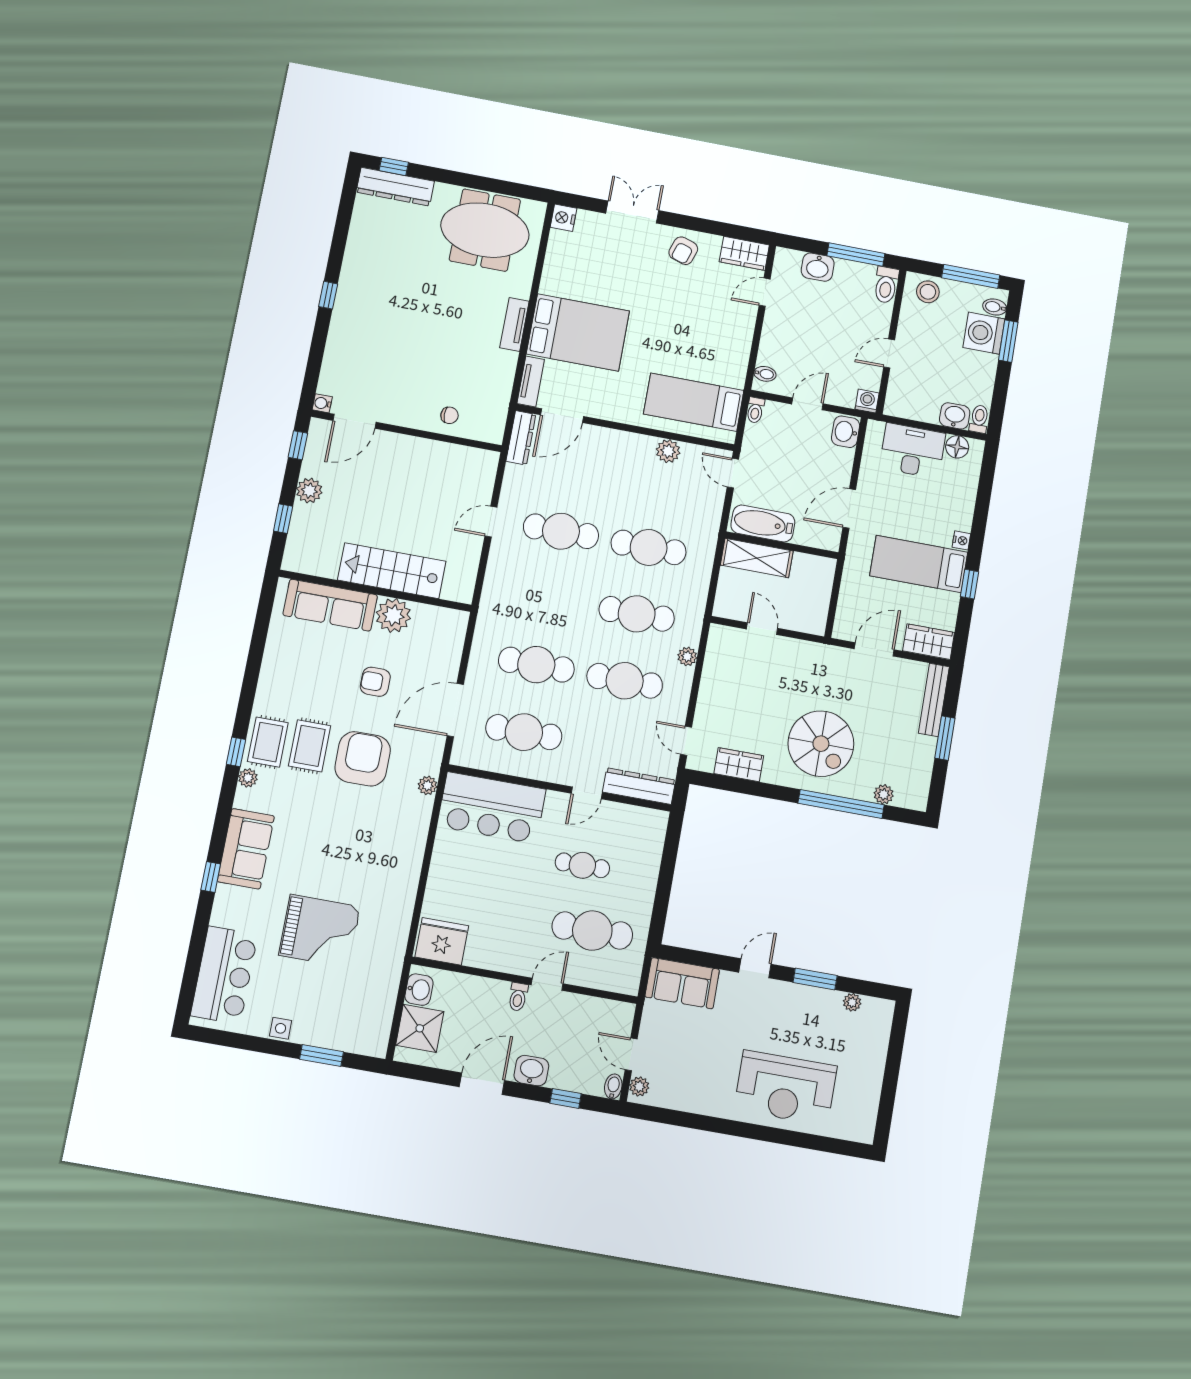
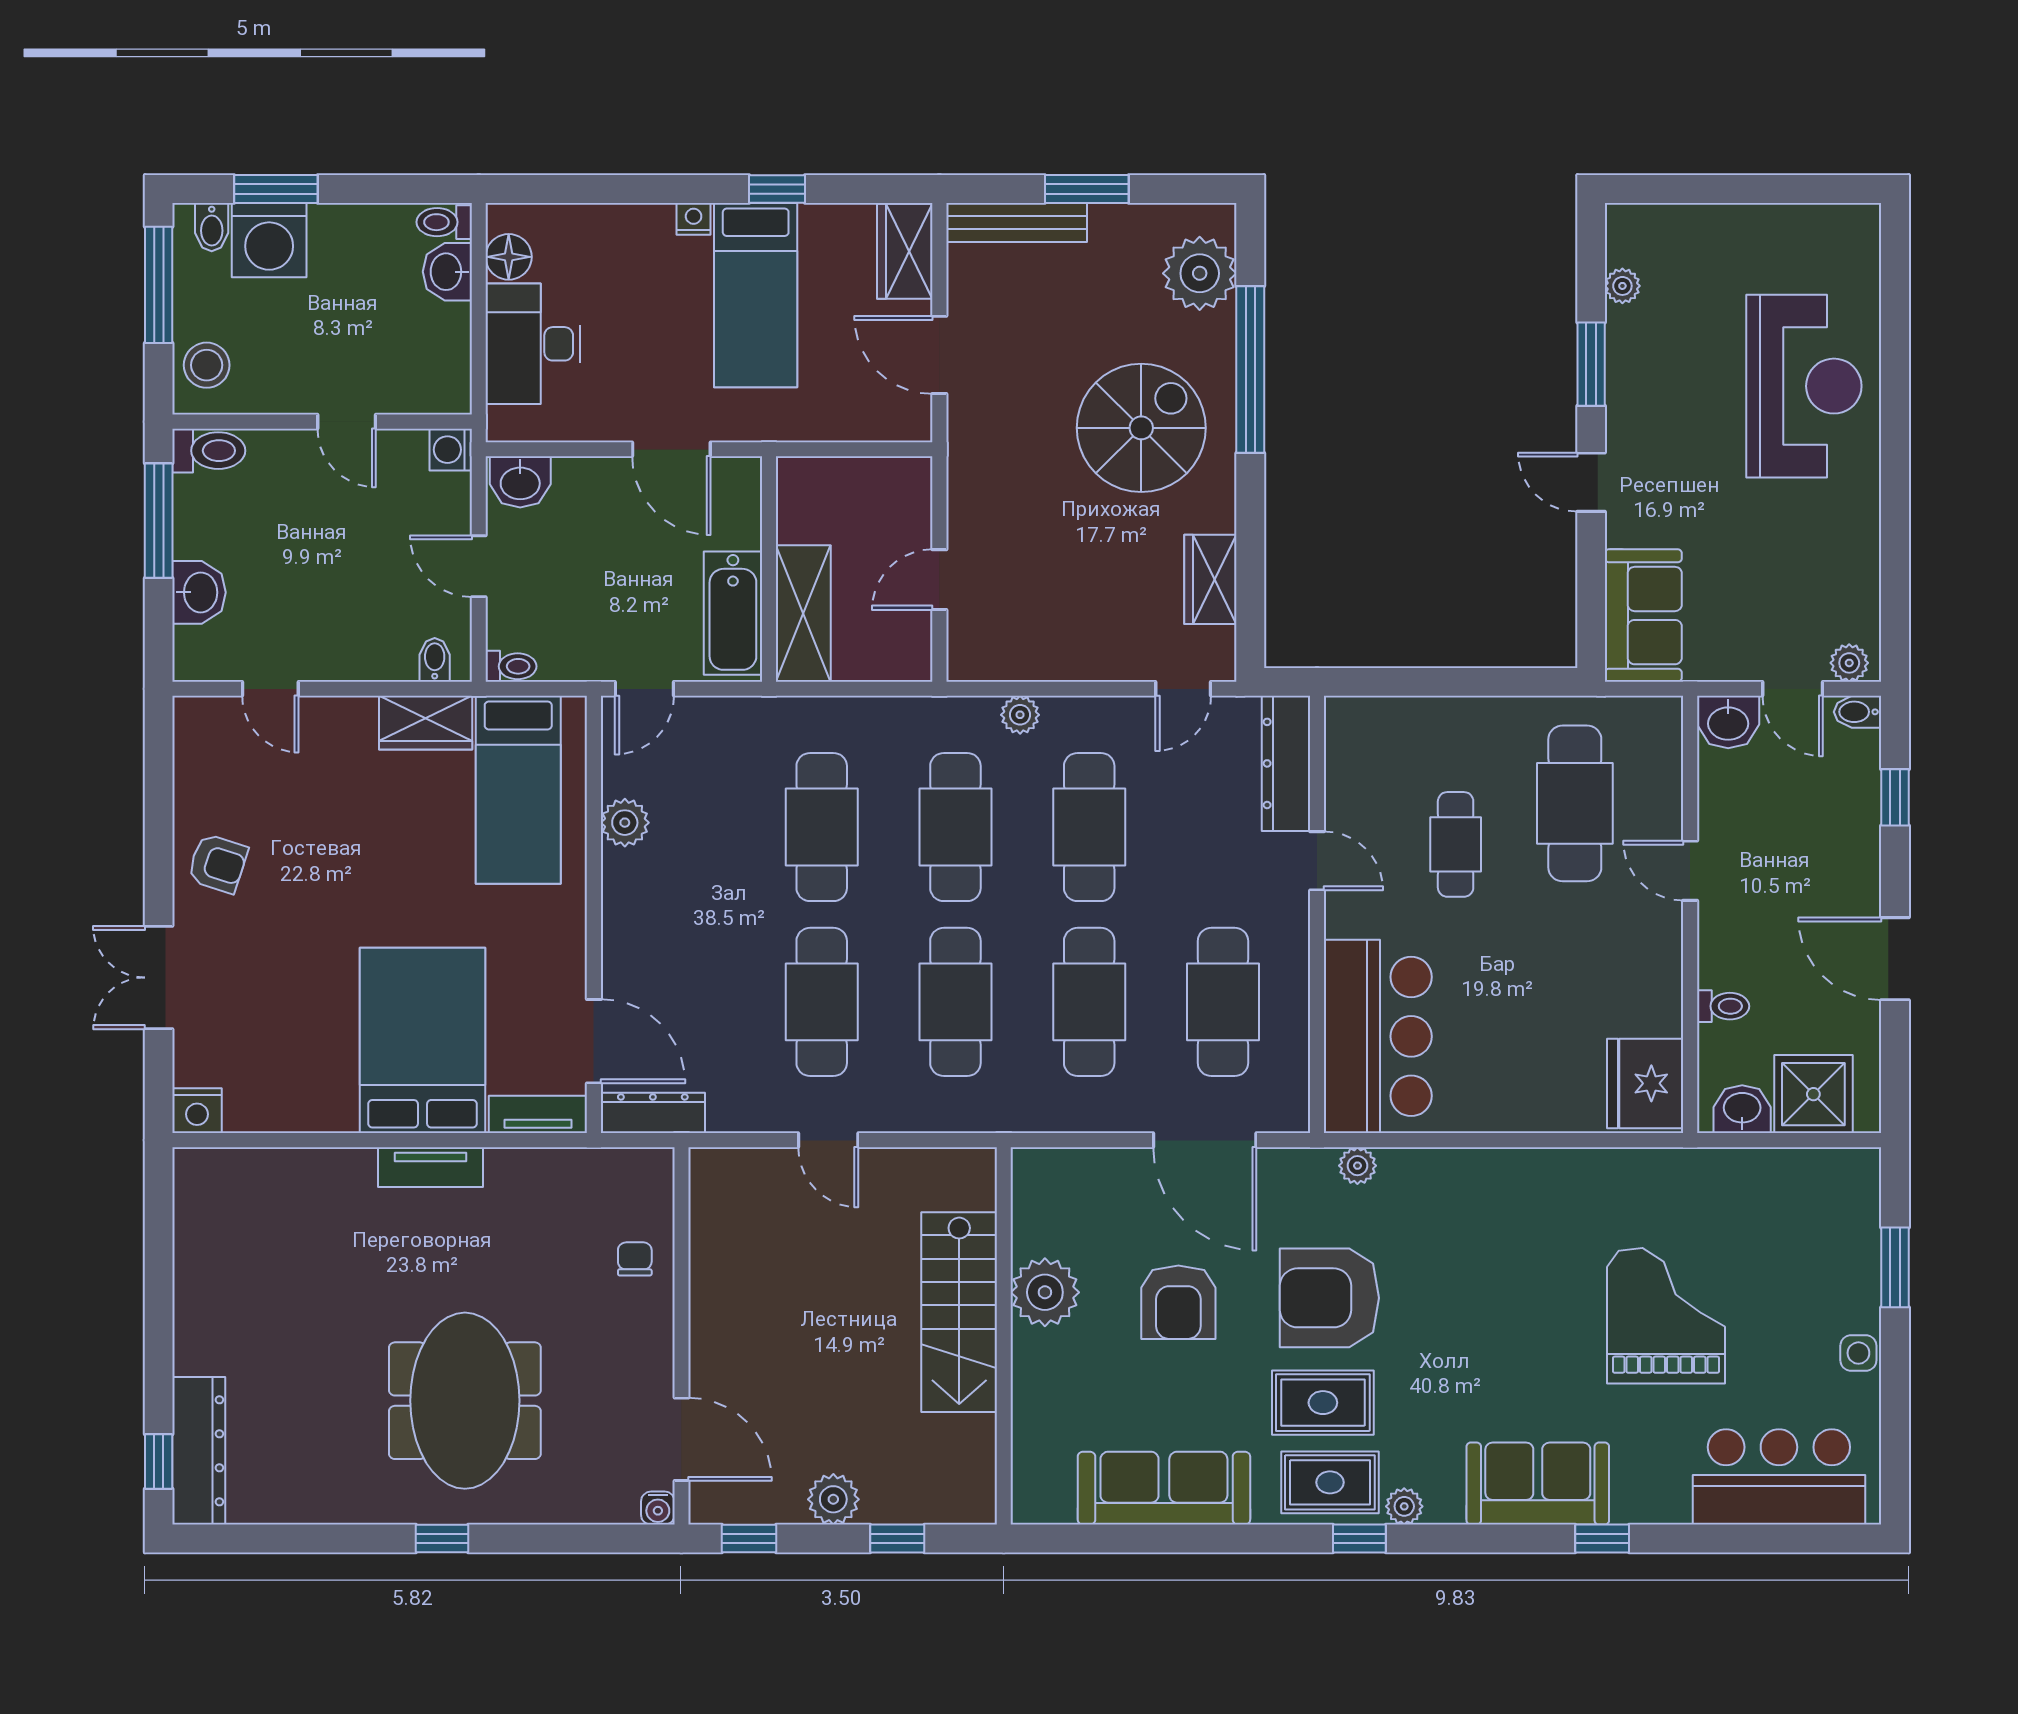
meeting table: (485, 230) -> (465, 1401), moved
wardrobe: (744, 253) -> (426, 723), moved, turned 90
cafe table: (549, 598) -> (955, 1002), added
sofa: (330, 605) -> (1164, 1488), moved, turned -90
armchair: (375, 682) -> (1178, 1302), width x1.38, depth x1.38
plant: (884, 794) -> (1200, 273), width x1.88, depth x1.88
toilet: (518, 997) -> (1723, 1006), moved
door: (631, 1054) -> (1793, 689), hinge flipped
washbasin: (531, 1071) -> (1728, 722), moved, turned -90

